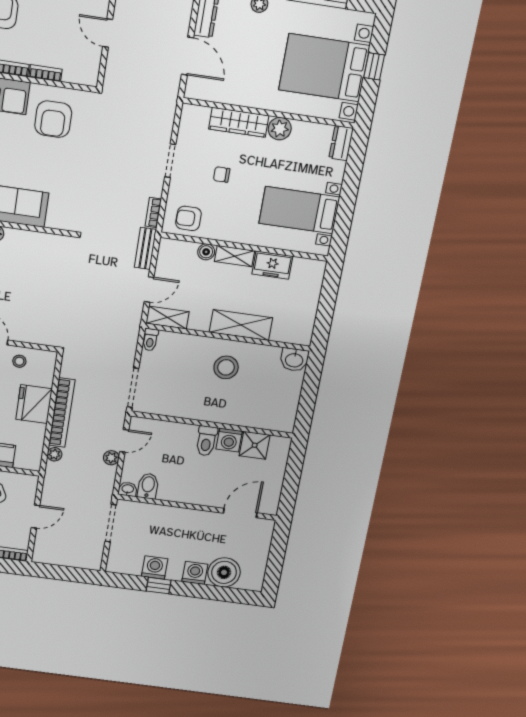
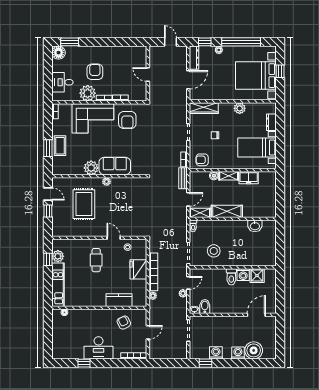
door: (187, 56) -> (188, 80), hinge flipped
wardrobe: (239, 122) -> (204, 108), moved
dresser: (341, 143) -> (271, 122), moved
shelving: (241, 325) -> (227, 211), moved
washbasin: (294, 360) -> (255, 226), moved
stool: (226, 367) -> (214, 251), moved
window: (159, 586) -> (205, 363), moved

